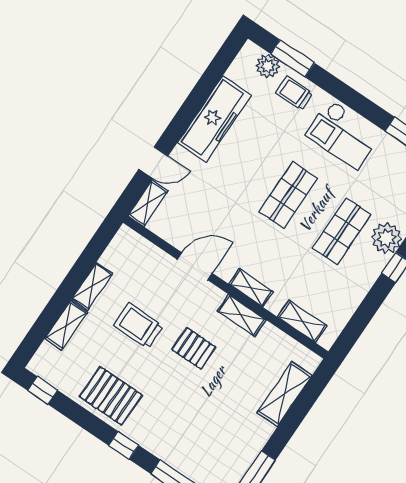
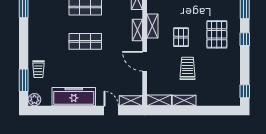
plant: (268, 66) -> (34, 100), moved
checkout: (343, 134) -> (42, 35), removed
shelving: (66, 325) -> (159, 100), moved
trolley: (138, 325) -> (188, 68), turned 180
pallet: (111, 396) -> (217, 34), moved

